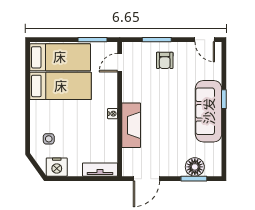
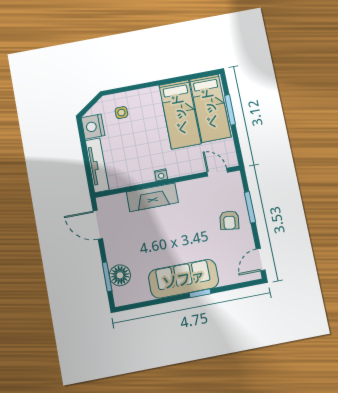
window: (93, 40) -> (230, 110), moved
armchair: (165, 60) -> (229, 220), turned -82
tv unit: (100, 170) -> (97, 165), width x1.41

